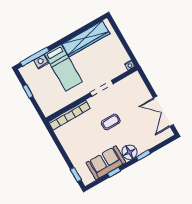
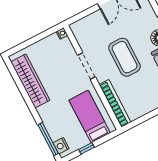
nightstand: (41, 62) -> (61, 146), moved
bed: (63, 68) -> (90, 117), moved, turned -90
coffee table: (111, 122) -> (125, 57), width x1.86, depth x1.72

